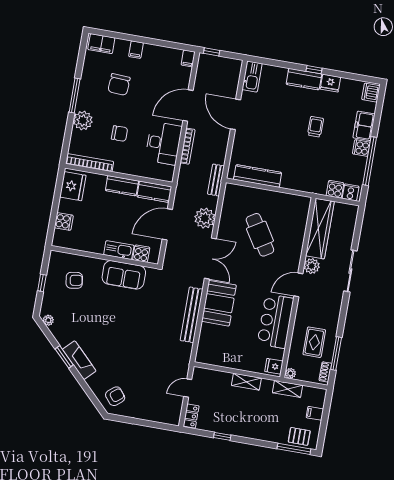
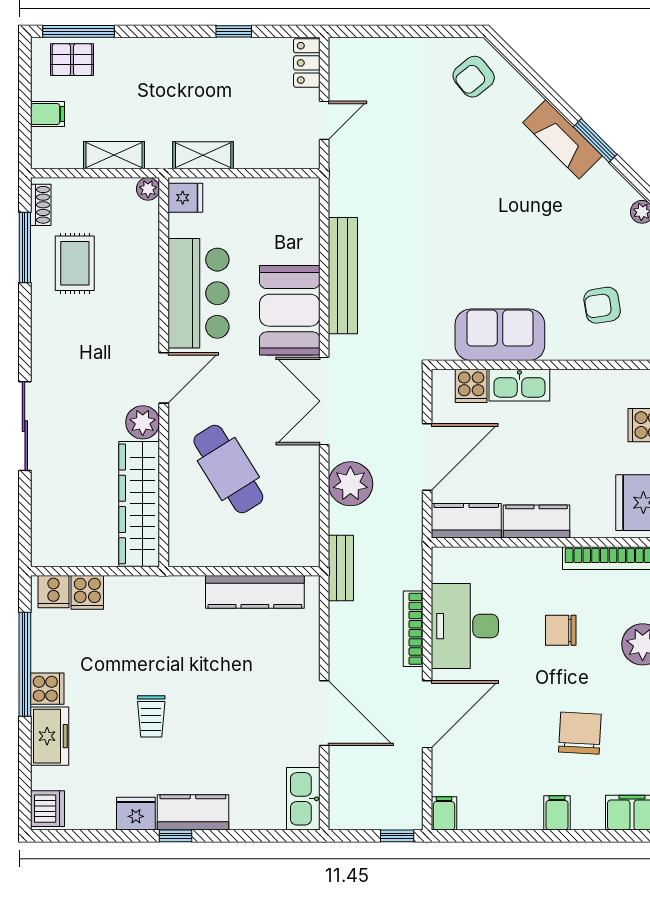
wardrobe: (320, 229) -> (139, 504), moved
plant: (312, 266) -> (143, 422), moved
door: (298, 285) -> (164, 378), moved
wall: (298, 288) -> (164, 372), moved
bar counter: (275, 321) -> (198, 293), moved
fridge: (274, 366) -> (185, 198), moved
plant: (290, 373) -> (148, 189), moved

